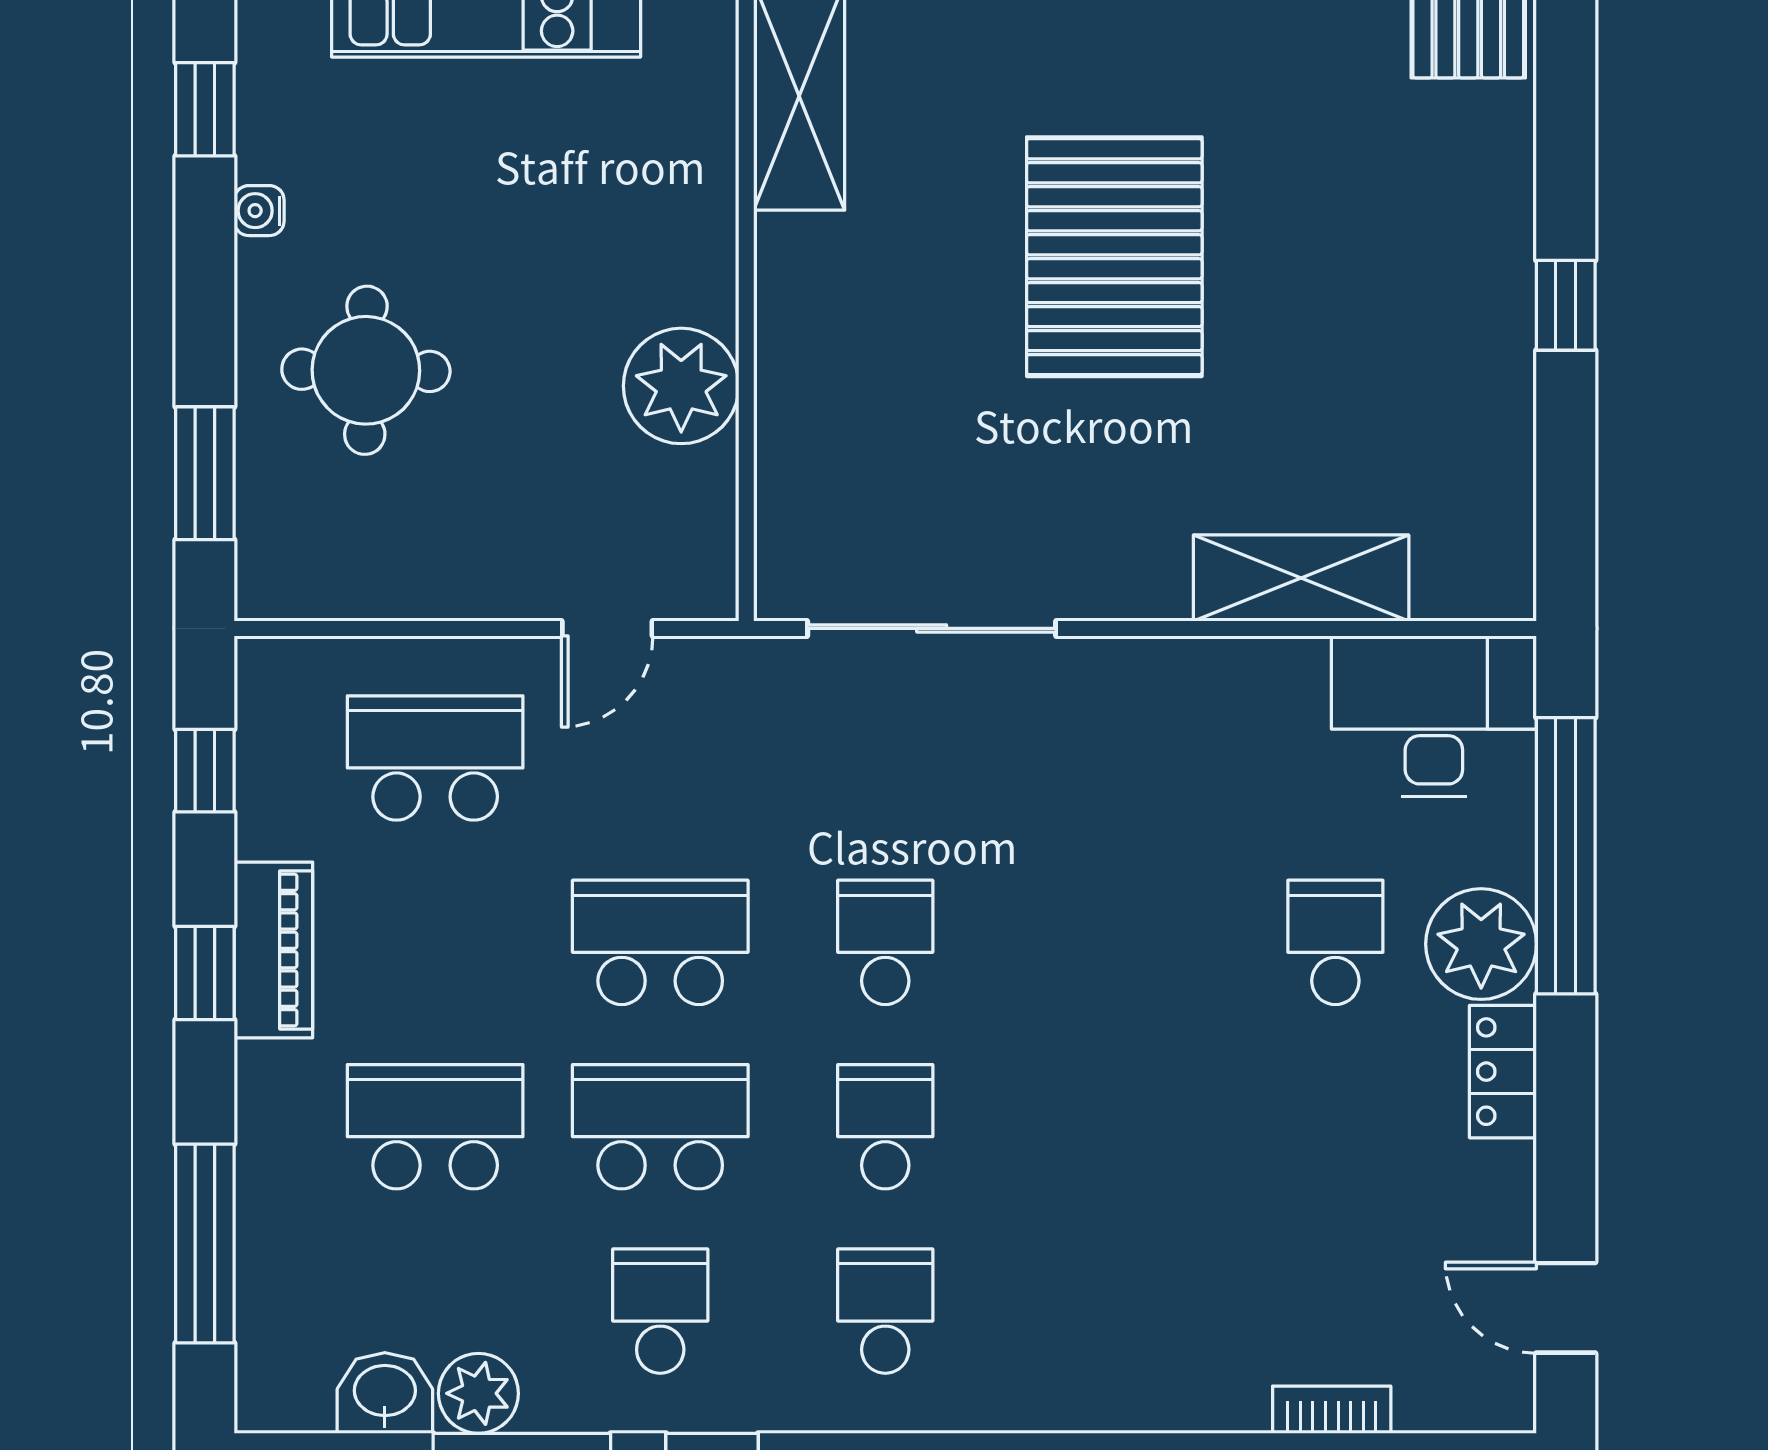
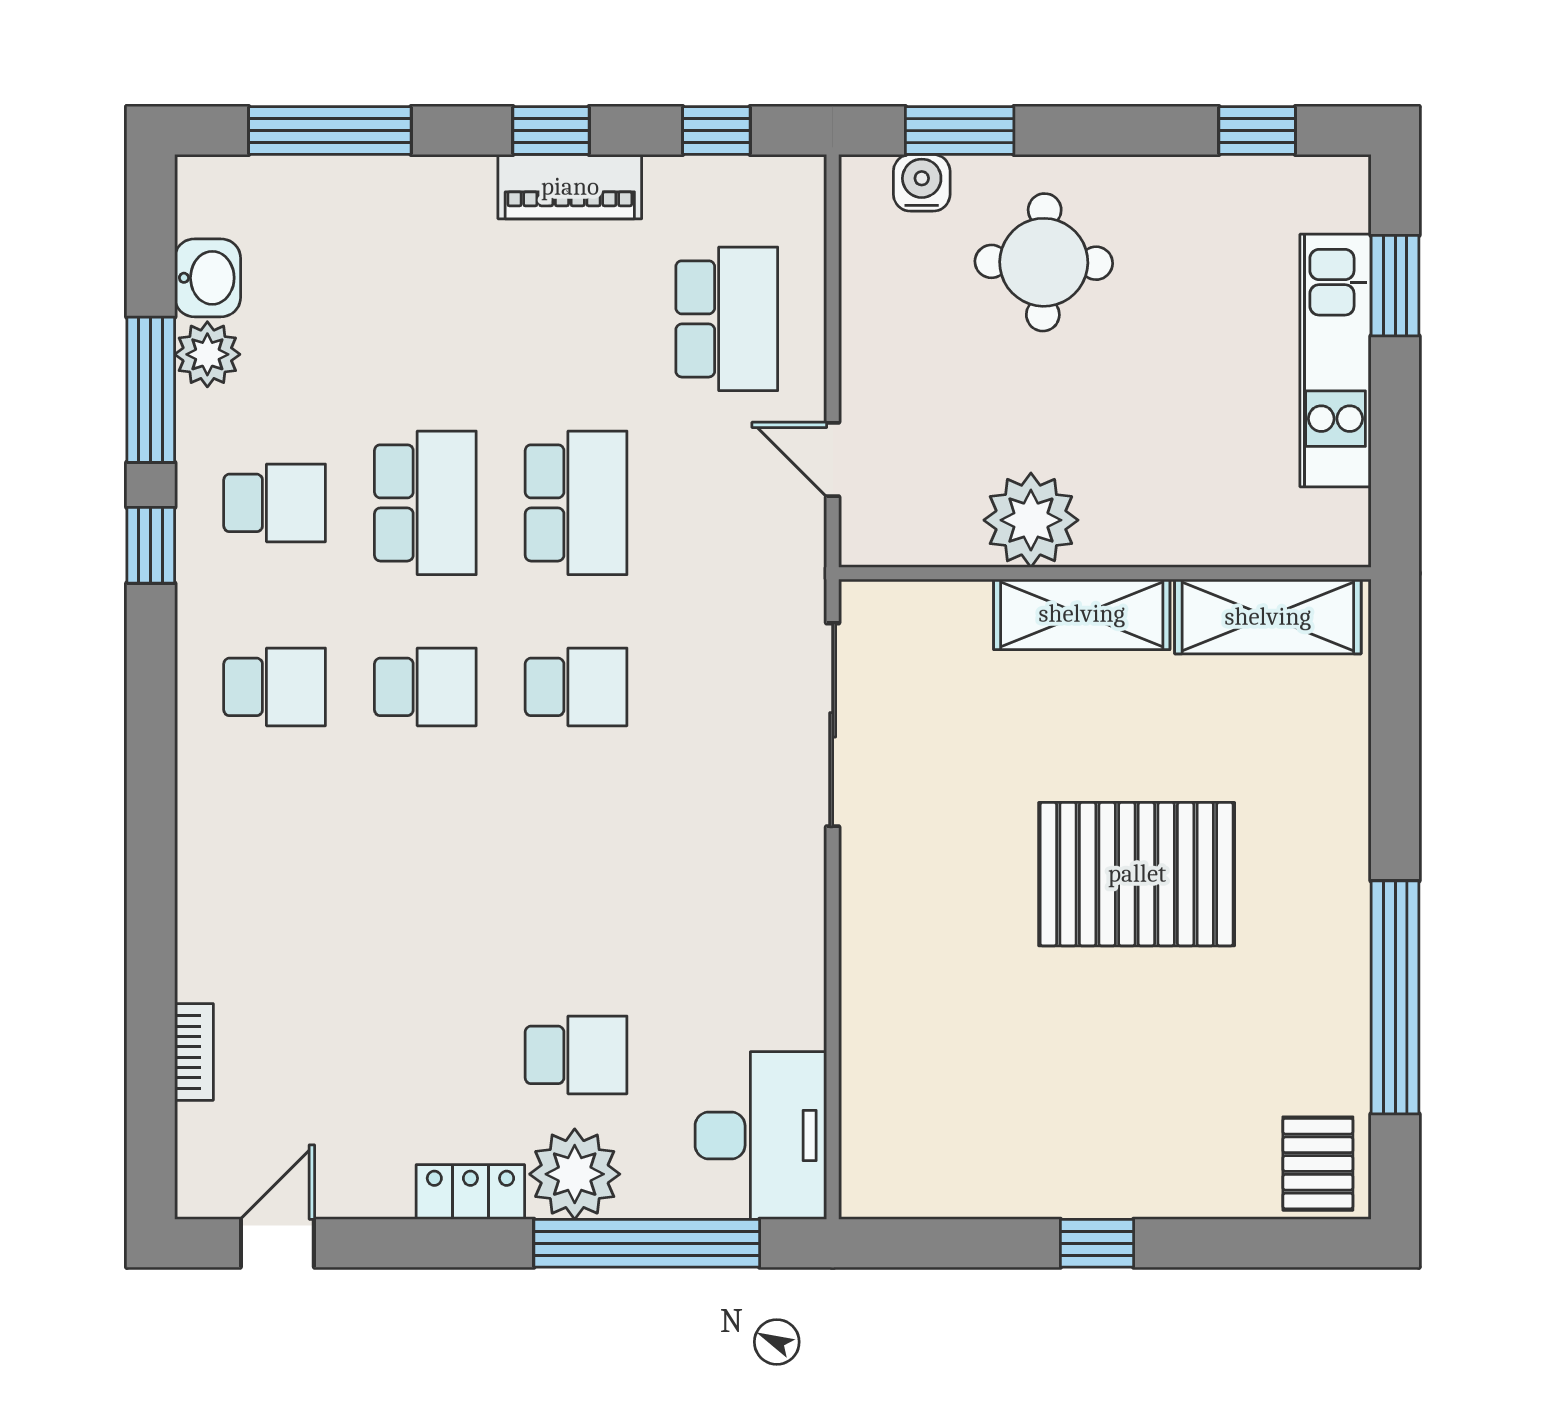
water cooler: (259, 211) -> (922, 183), moved, width x1.38, depth x1.38
shelving: (1301, 578) -> (1082, 614), moved, turned 90
school desk: (435, 1127) -> (425, 319), removed

